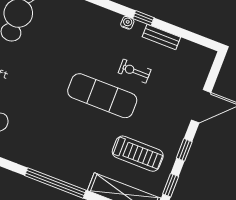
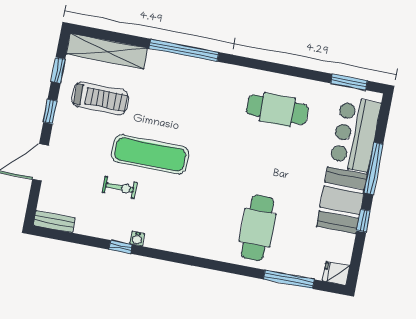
bench: (161, 37) -> (54, 222), moved
treadmill: (138, 154) -> (100, 98), turned 180

